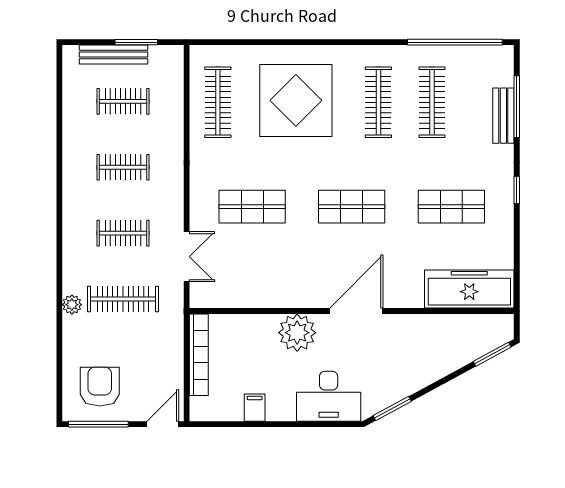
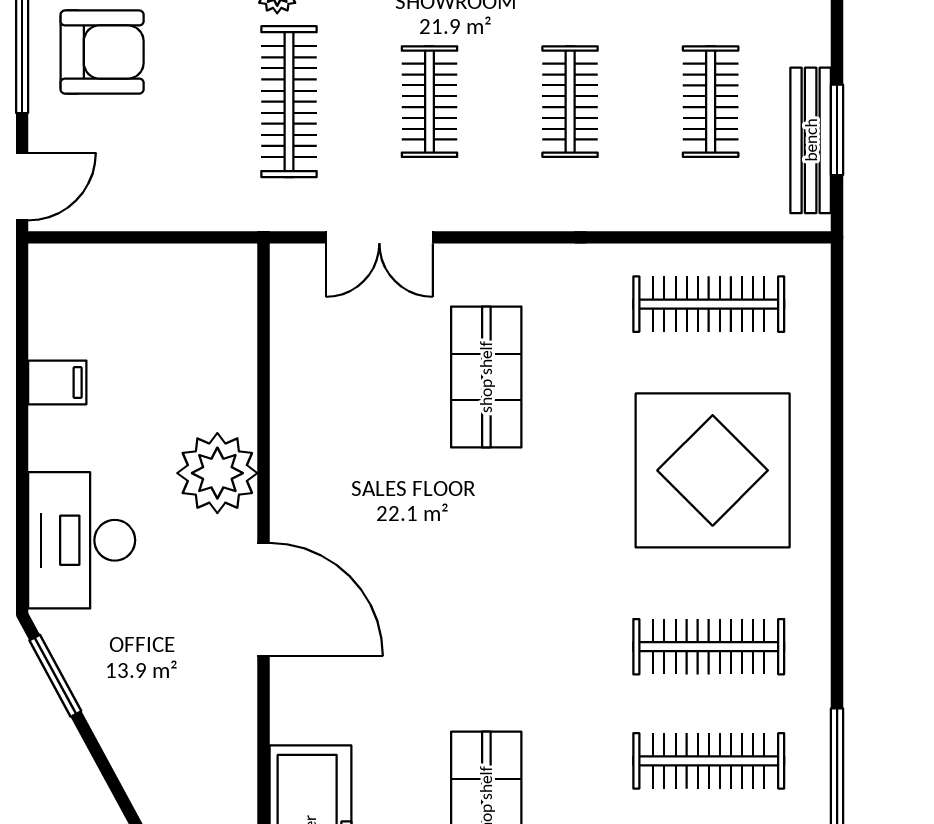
bench: (114, 55) -> (811, 140), moved
shop shelf: (352, 207) -> (486, 590), removed
bookcase: (199, 355) -> (170, 263), removed
door: (163, 424) -> (22, 187), hinge flipped

